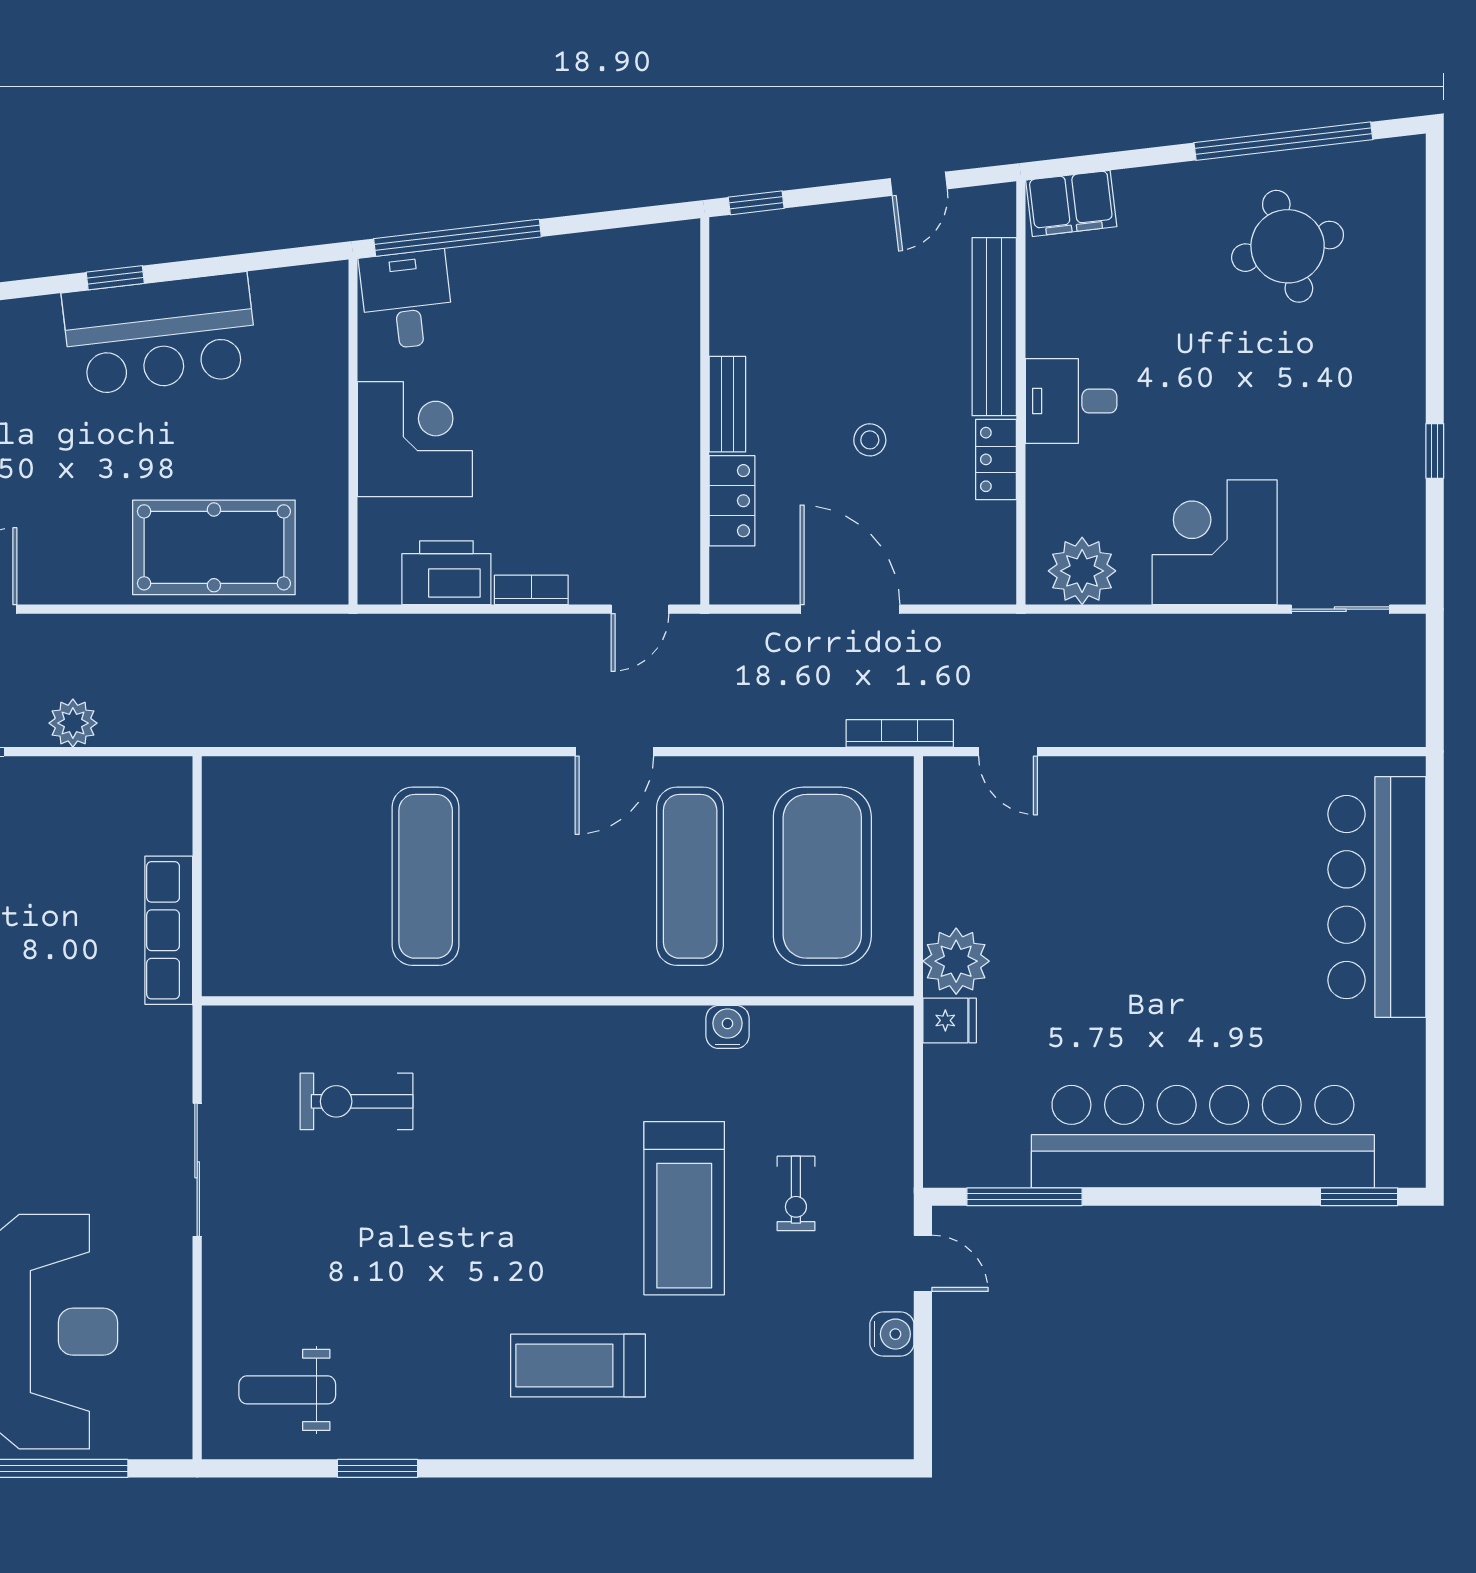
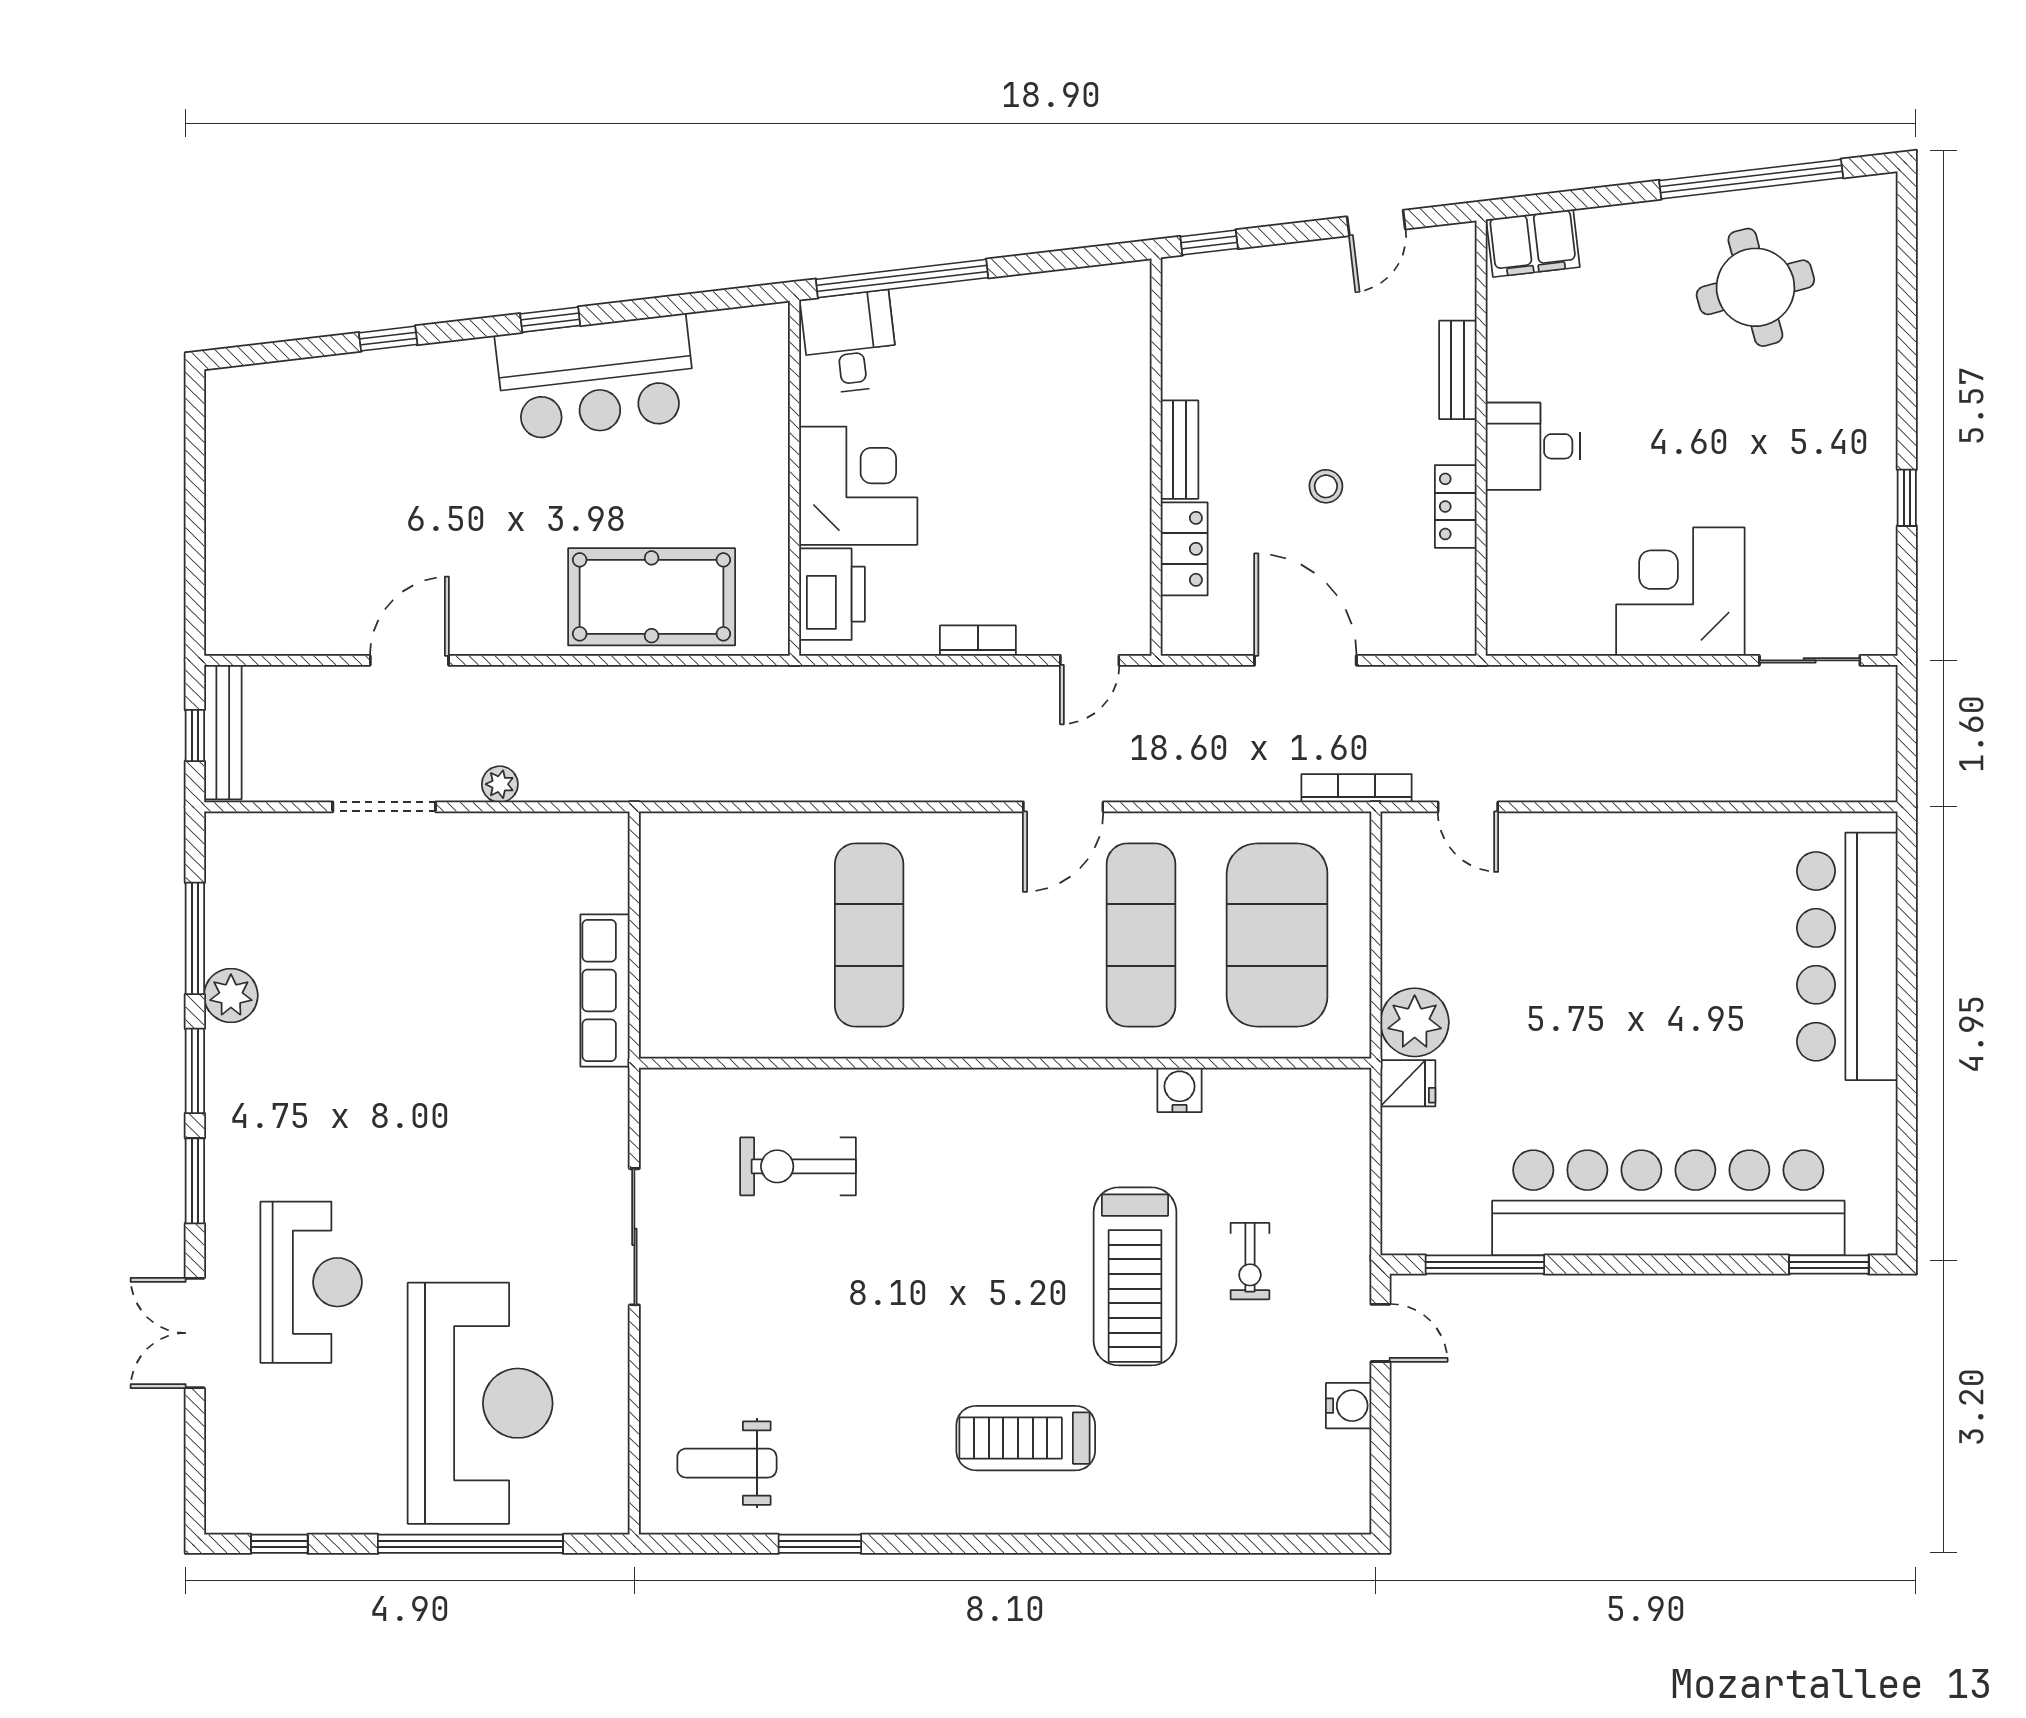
bench: (994, 327) -> (1458, 370), width x0.54, depth x0.82
plant: (1082, 571) -> (1544, 621), removed
printer: (446, 573) -> (832, 594), moved, turned 90
plant: (73, 723) -> (500, 784), width x0.73, depth x0.73

